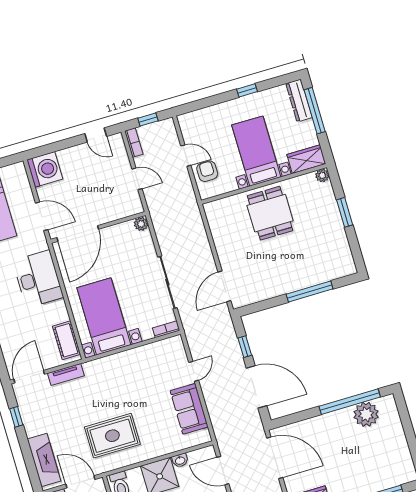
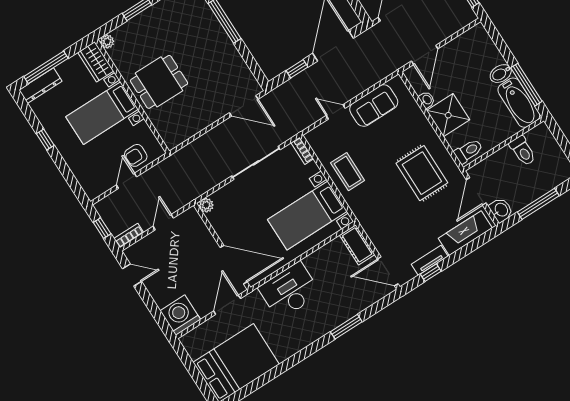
door: (96, 135) -> (132, 275), hinge flipped
cot: (66, 340) -> (357, 245), moved, turned 90
coffee table: (134, 366) -> (348, 172), added
tv unit: (66, 374) -> (430, 260), moved, turned -90

